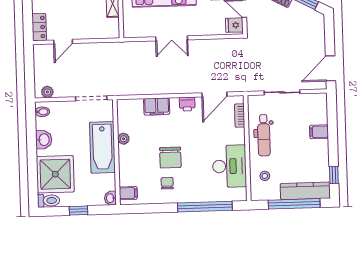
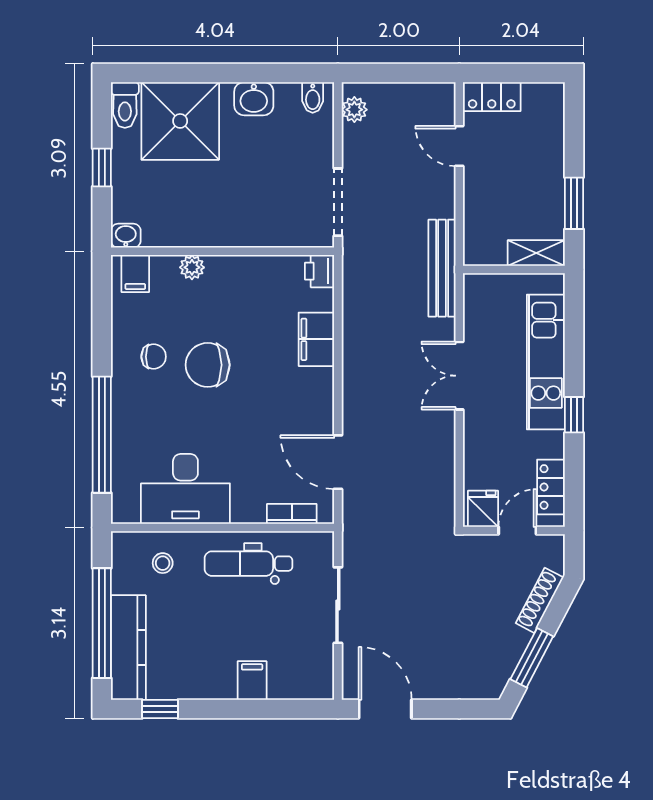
bench: (121, 48) -> (442, 268), added
printer: (187, 104) -> (320, 271), moved
plant: (124, 139) -> (192, 267), moved
bathtub: (102, 147) -> (234, 222), removed

